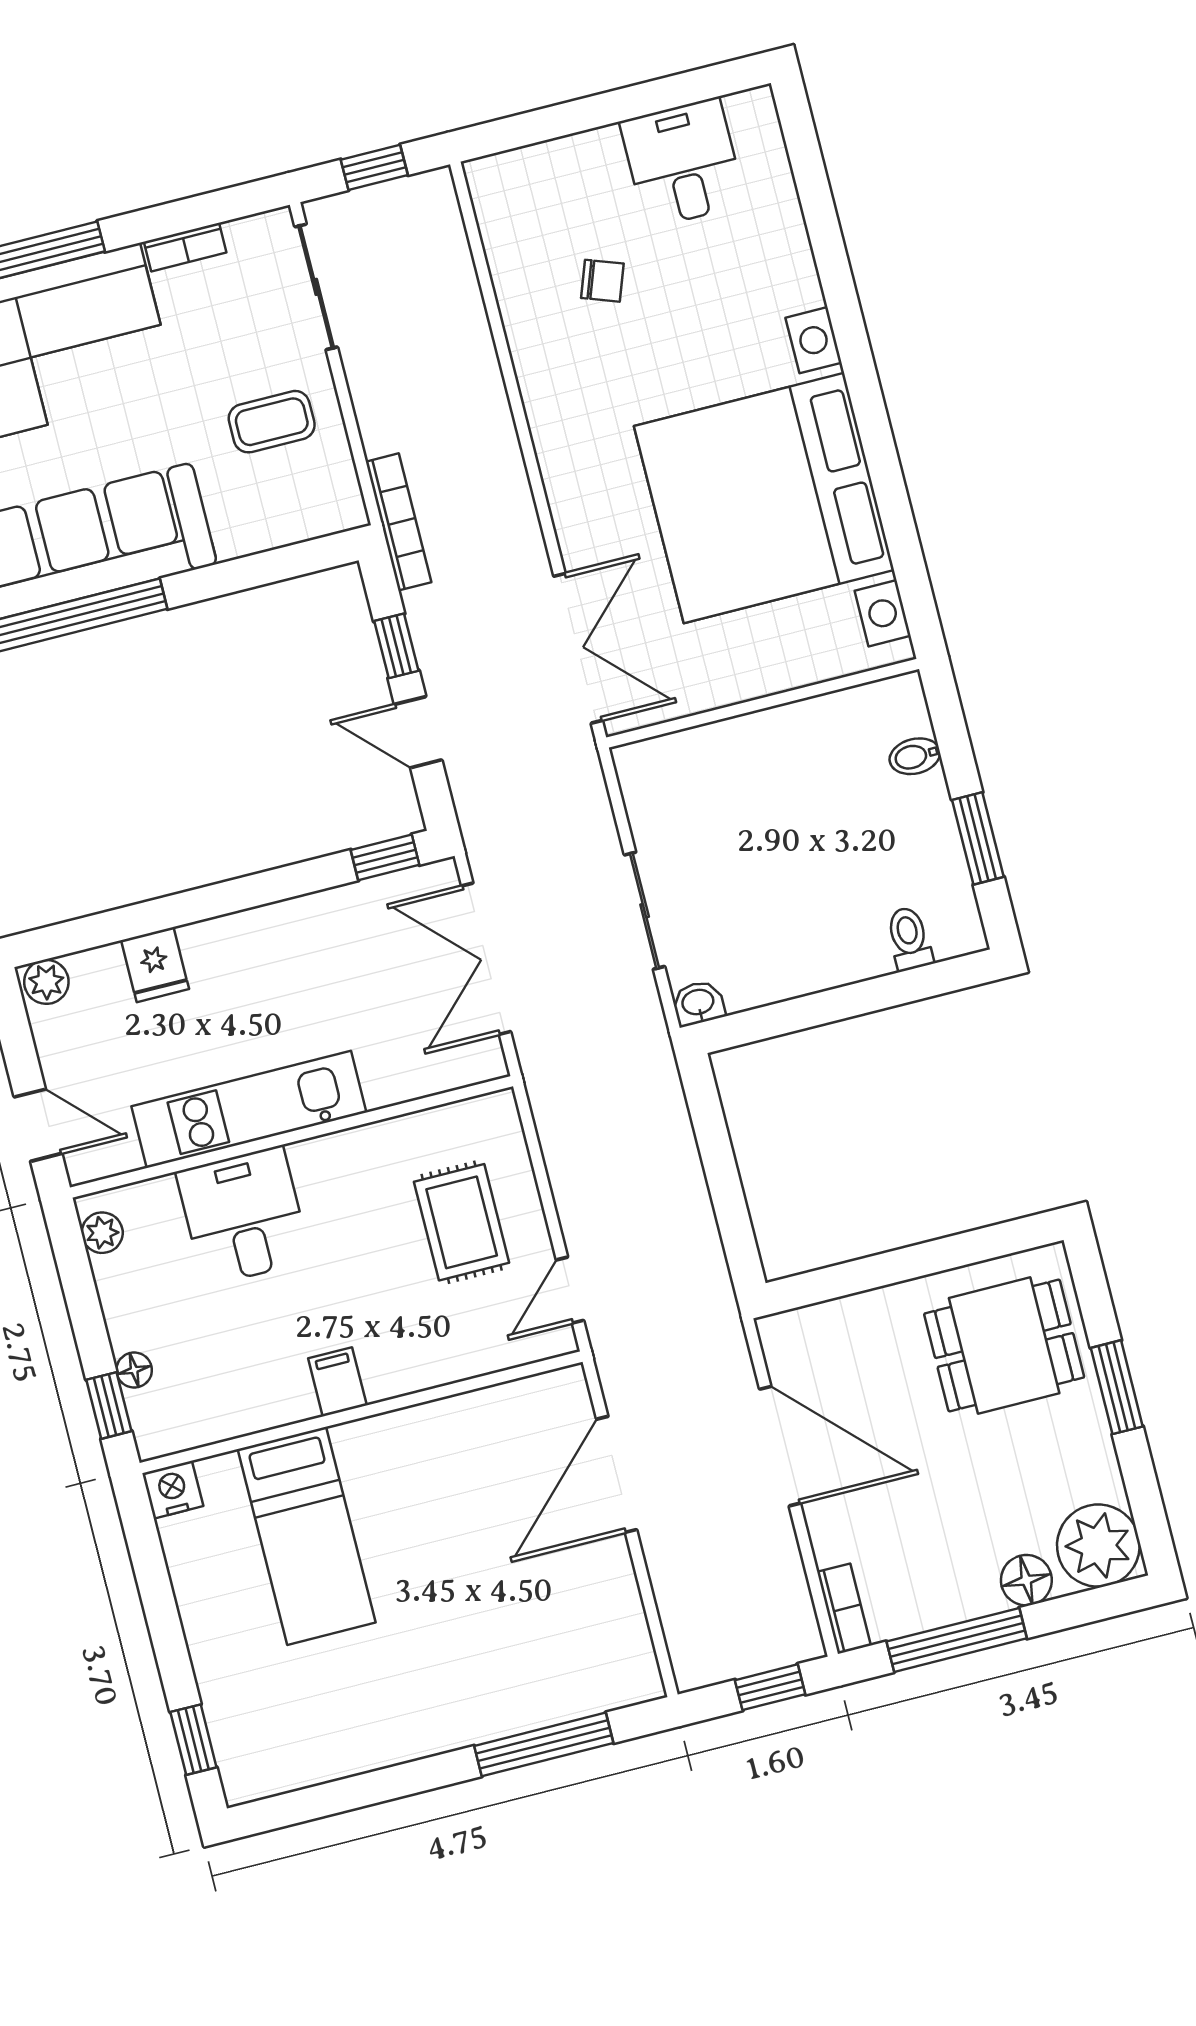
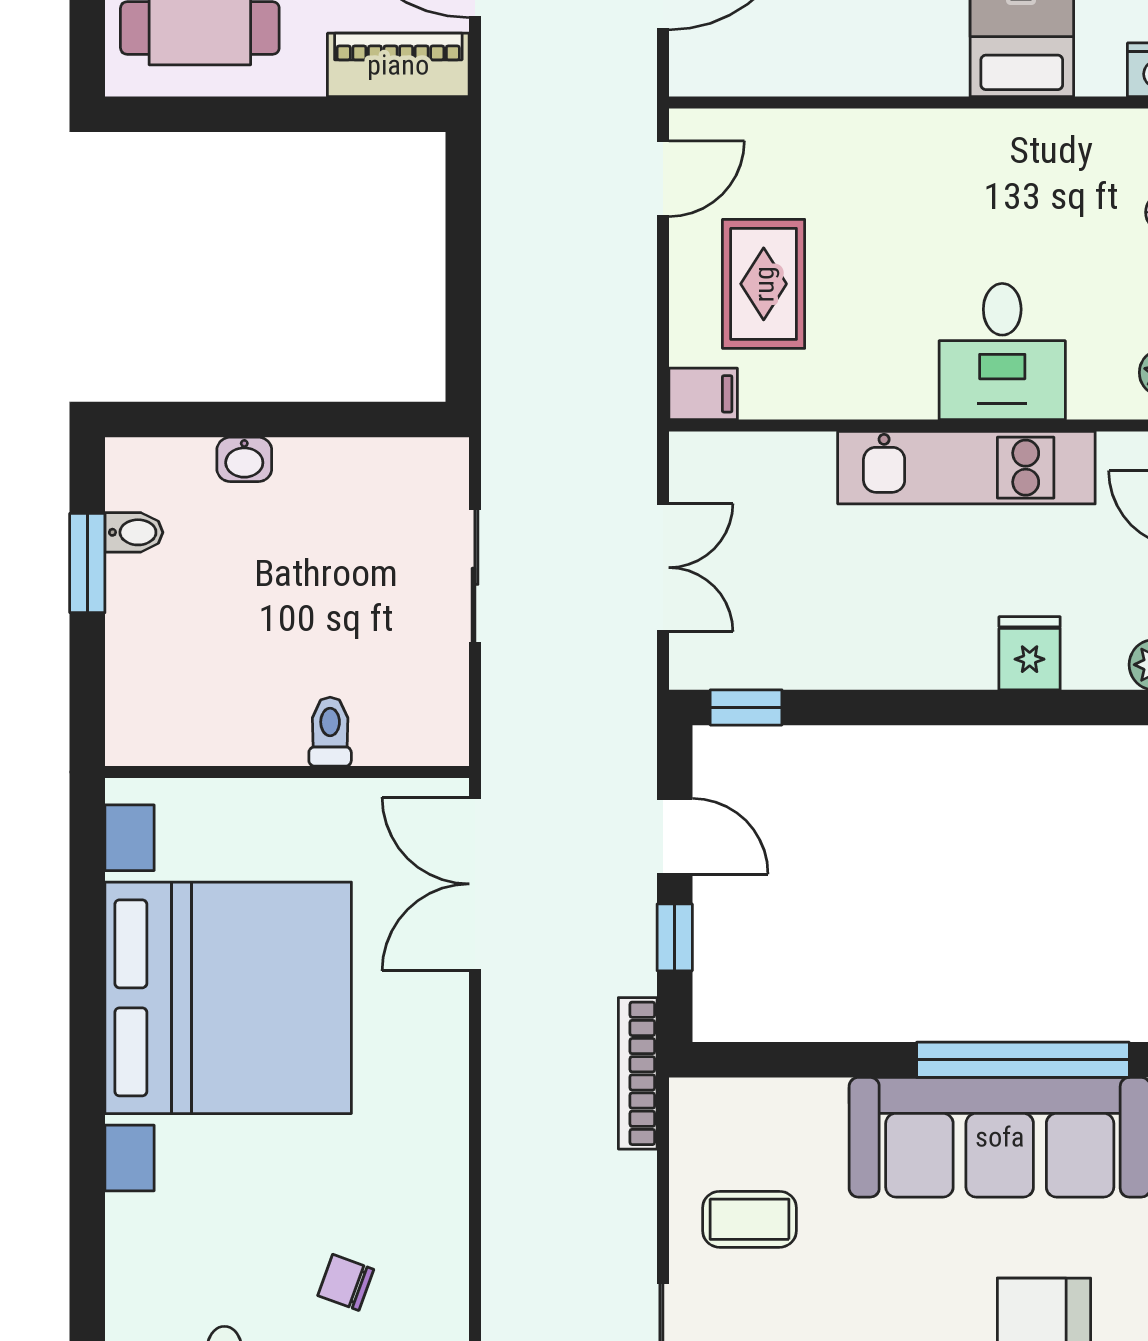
bidet: (915, 756) -> (134, 532), moved
toilet: (909, 939) -> (330, 732), moved, turned 180
double door: (486, 959) -> (663, 568), width x0.73
washbasin: (698, 1003) -> (244, 459), moved
piano: (820, 1330) -> (398, 65), added
filing cabinet: (337, 1382) -> (703, 394), moved, turned -90

